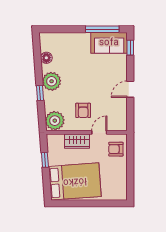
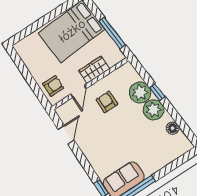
door: (130, 89) -> (66, 135), moved
plant: (55, 121) -> (140, 92), moved
window: (45, 160) -> (112, 33), width x2.17

